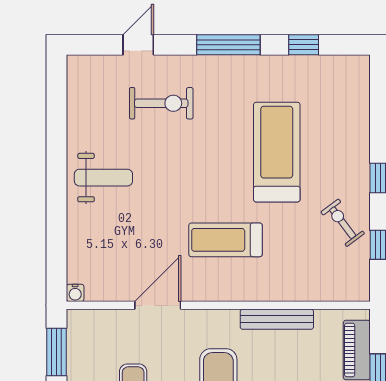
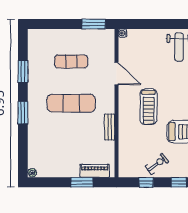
treadmill: (225, 240) -> (148, 107), turned 180
bench: (277, 319) -> (110, 127), width x0.73

